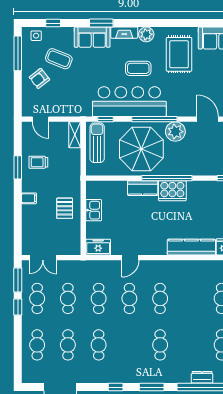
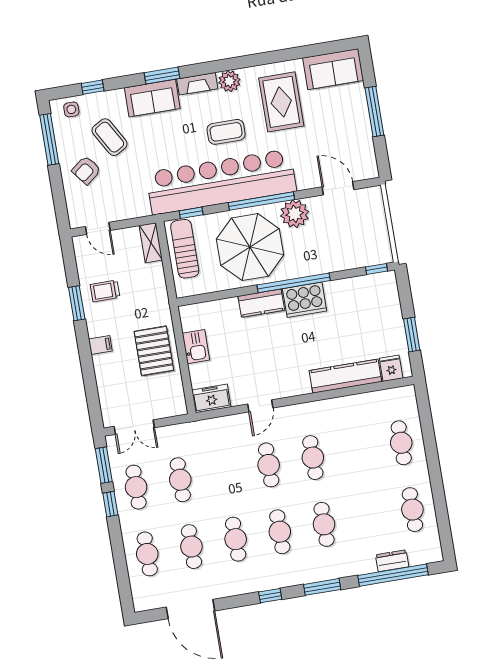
coffee table: (59, 59) -> (110, 137), turned 38
bar counter: (129, 102) -> (221, 182), width x1.36
pallet: (65, 208) -> (154, 351), width x1.50, depth x1.42
cafe table: (99, 298) -> (280, 532), moved

